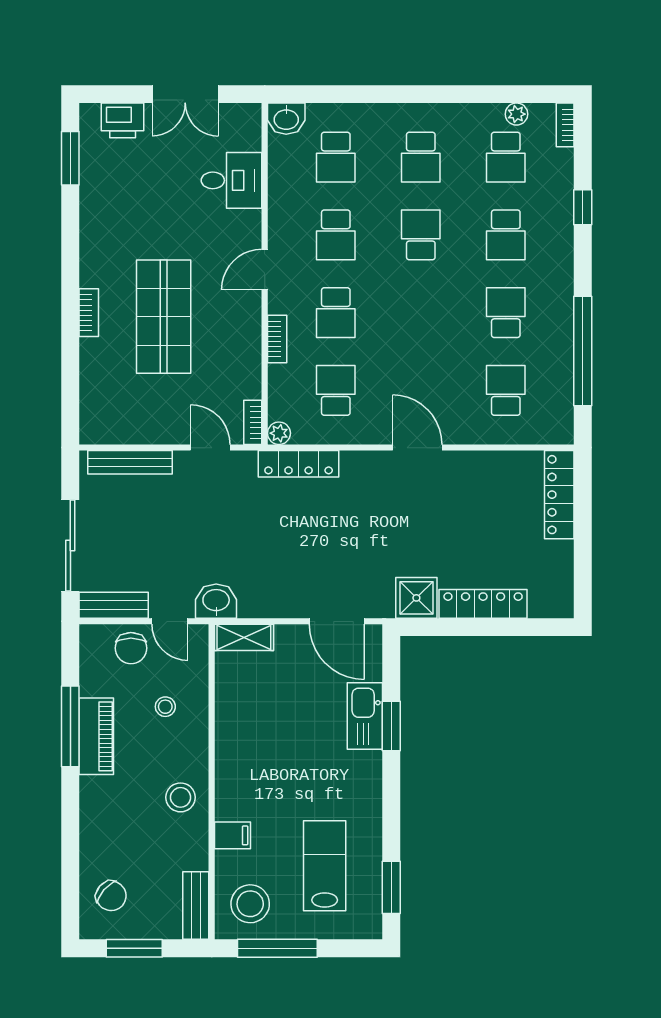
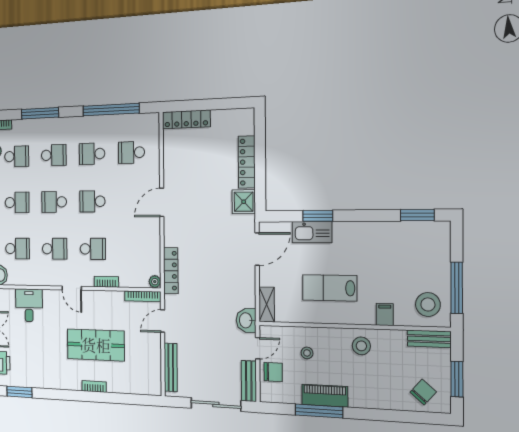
window: (583, 207) -> (40, 113), width x2.17
school desk: (336, 390) -> (92, 201), moved
bookcase: (253, 422) -> (143, 296), width x1.56
lab bench: (325, 866) -> (330, 288), moved

